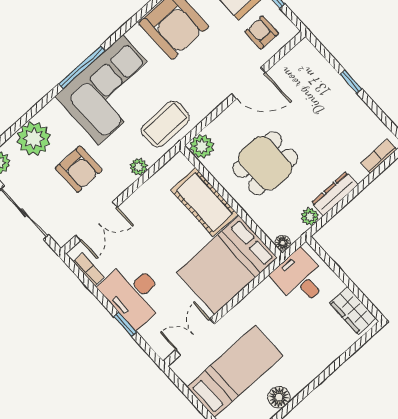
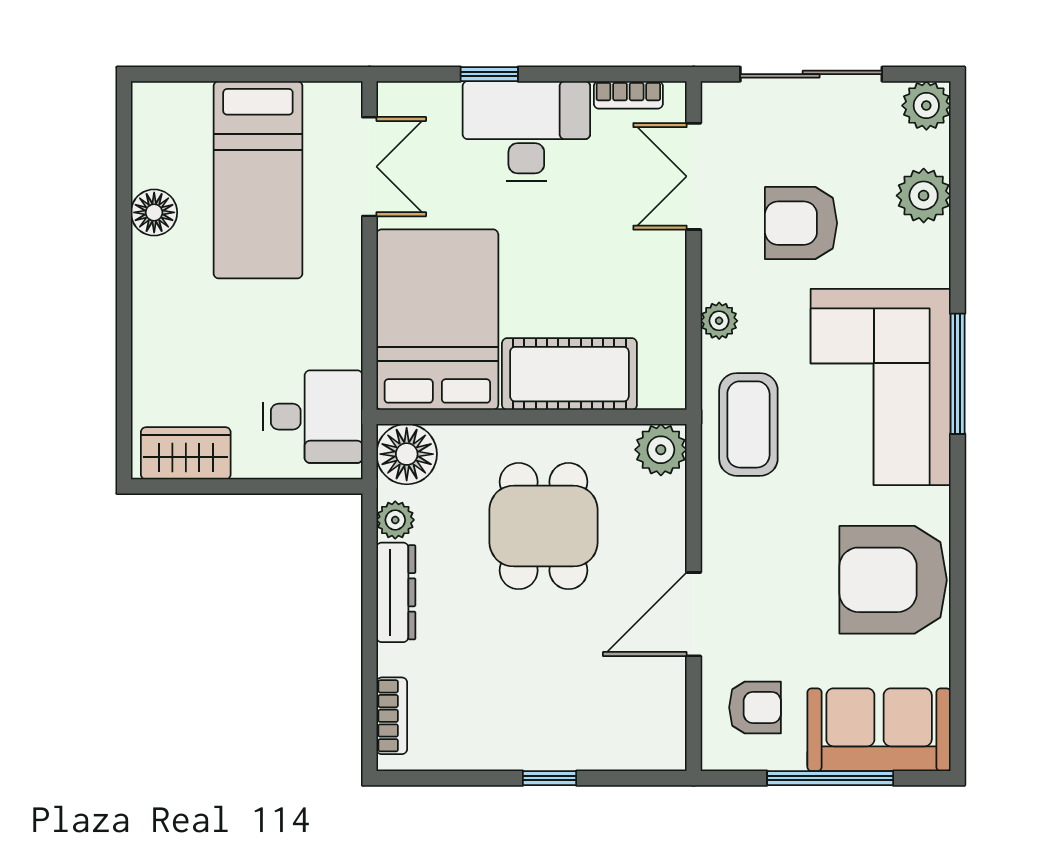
plant: (34, 139) -> (924, 196), width x0.73, depth x0.73
floor lamp: (283, 243) -> (407, 454), width x1.89, depth x1.89

